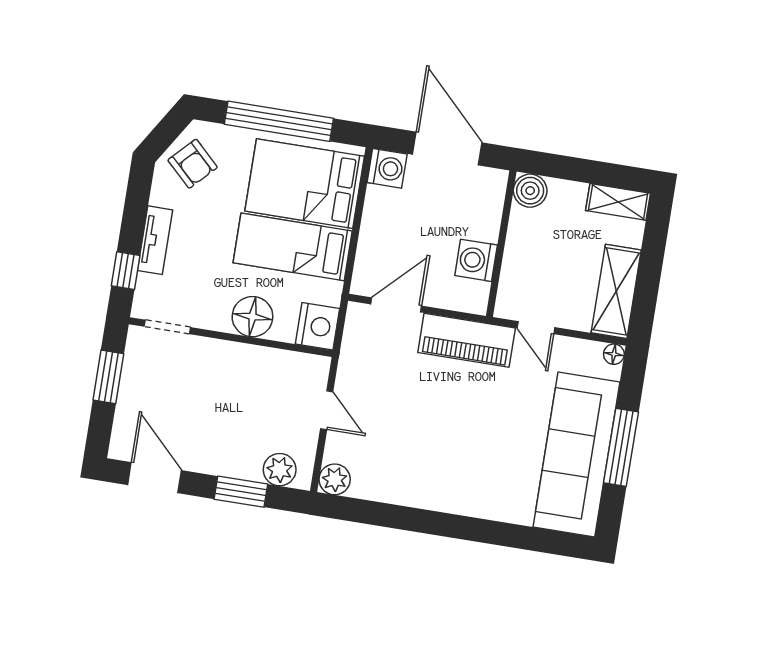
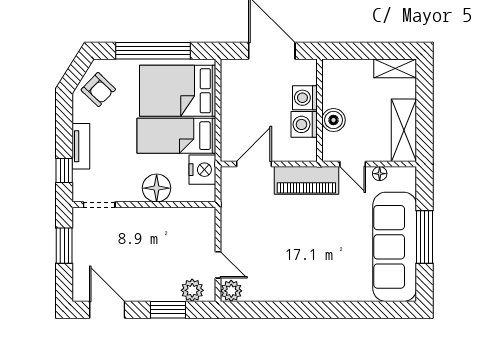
washing machine: (387, 168) -> (305, 98), moved, turned 180
boiler: (530, 191) -> (333, 120), moved
nightstand: (317, 326) -> (202, 170), moved
floor lamp: (614, 354) -> (380, 174), moved
door: (327, 410) -> (218, 265), moved

